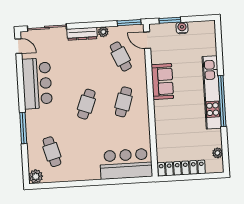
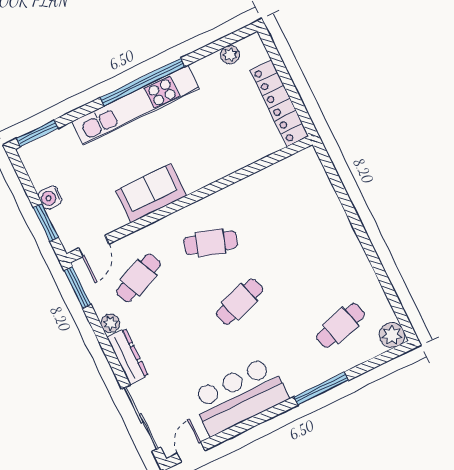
window: (218, 35) -> (37, 133), added
cafe table: (86, 104) -> (239, 302), turned -39
bar counter: (126, 164) -> (310, 196), removed

